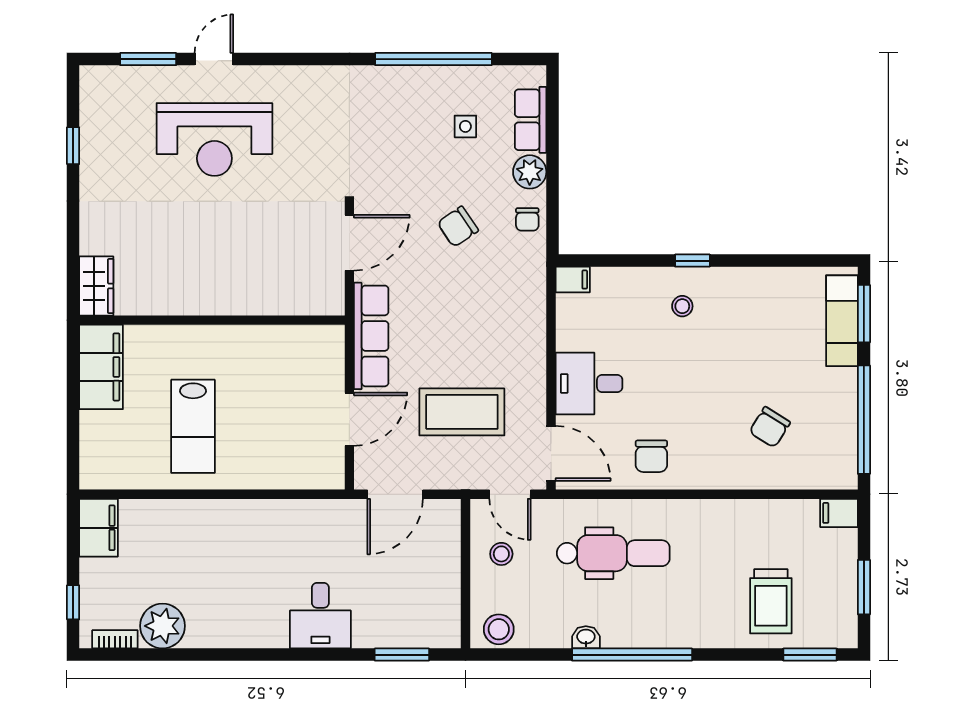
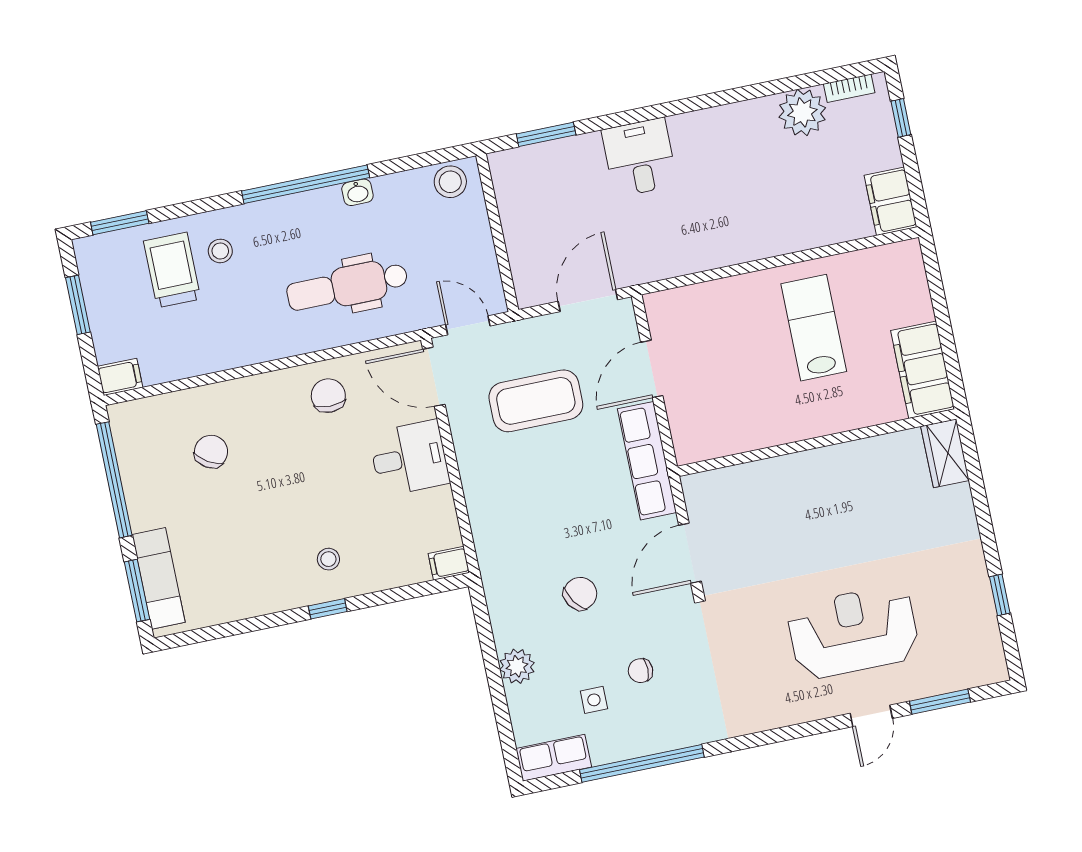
row of seats: (531, 120) -> (554, 758), moved, turned -90
chair: (527, 219) -> (641, 671), moved, turned -90
stool: (501, 554) -> (220, 251), moved

